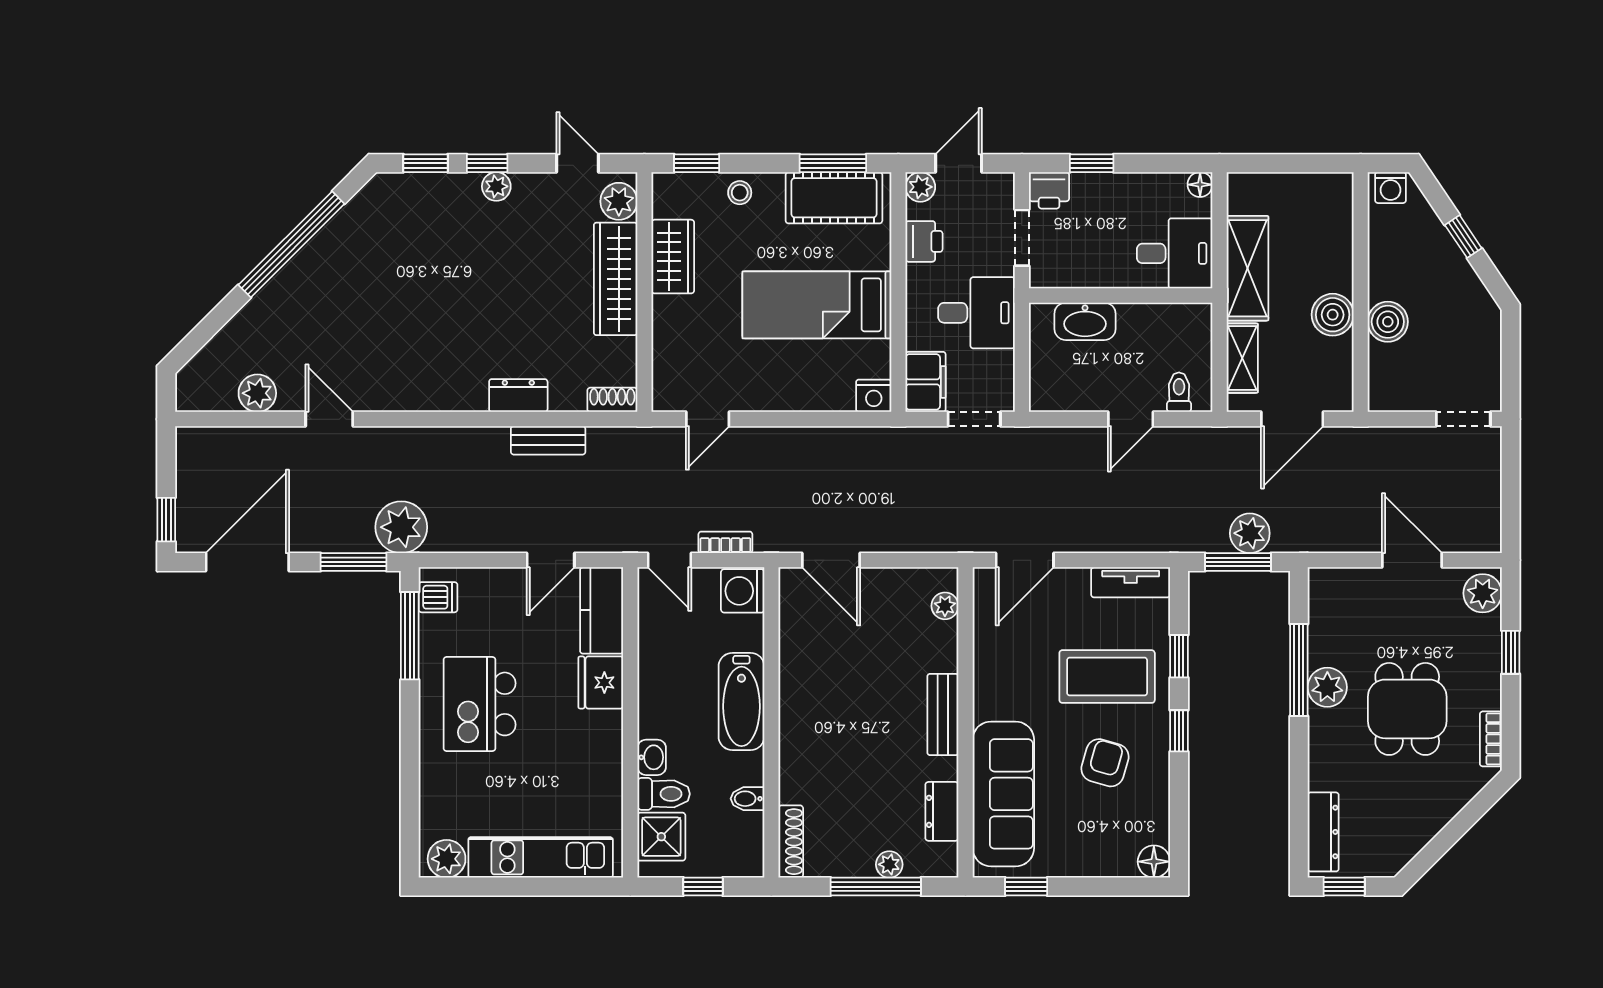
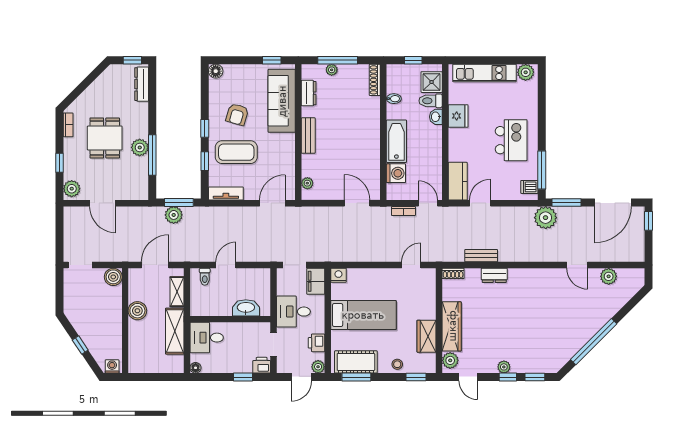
boiler: (1388, 322) -> (113, 277), moved
washing machine: (743, 591) -> (396, 173), moved
fridge: (601, 683) -> (458, 116), moved

